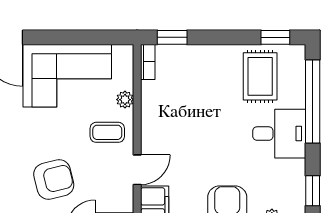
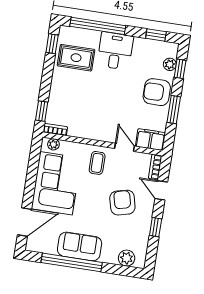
plant: (125, 100) -> (53, 144), moved

